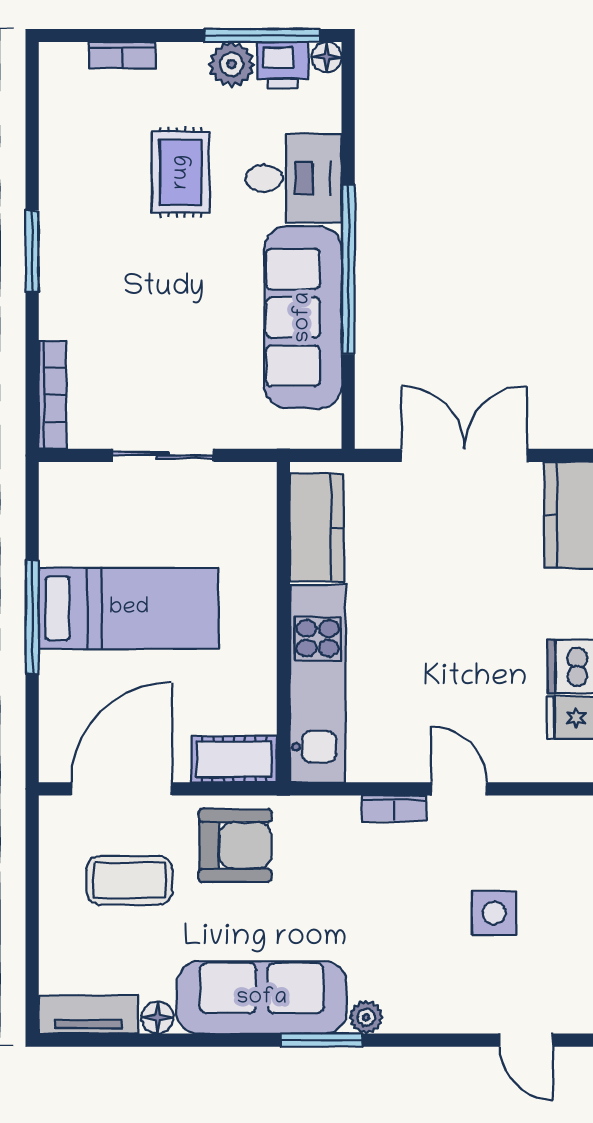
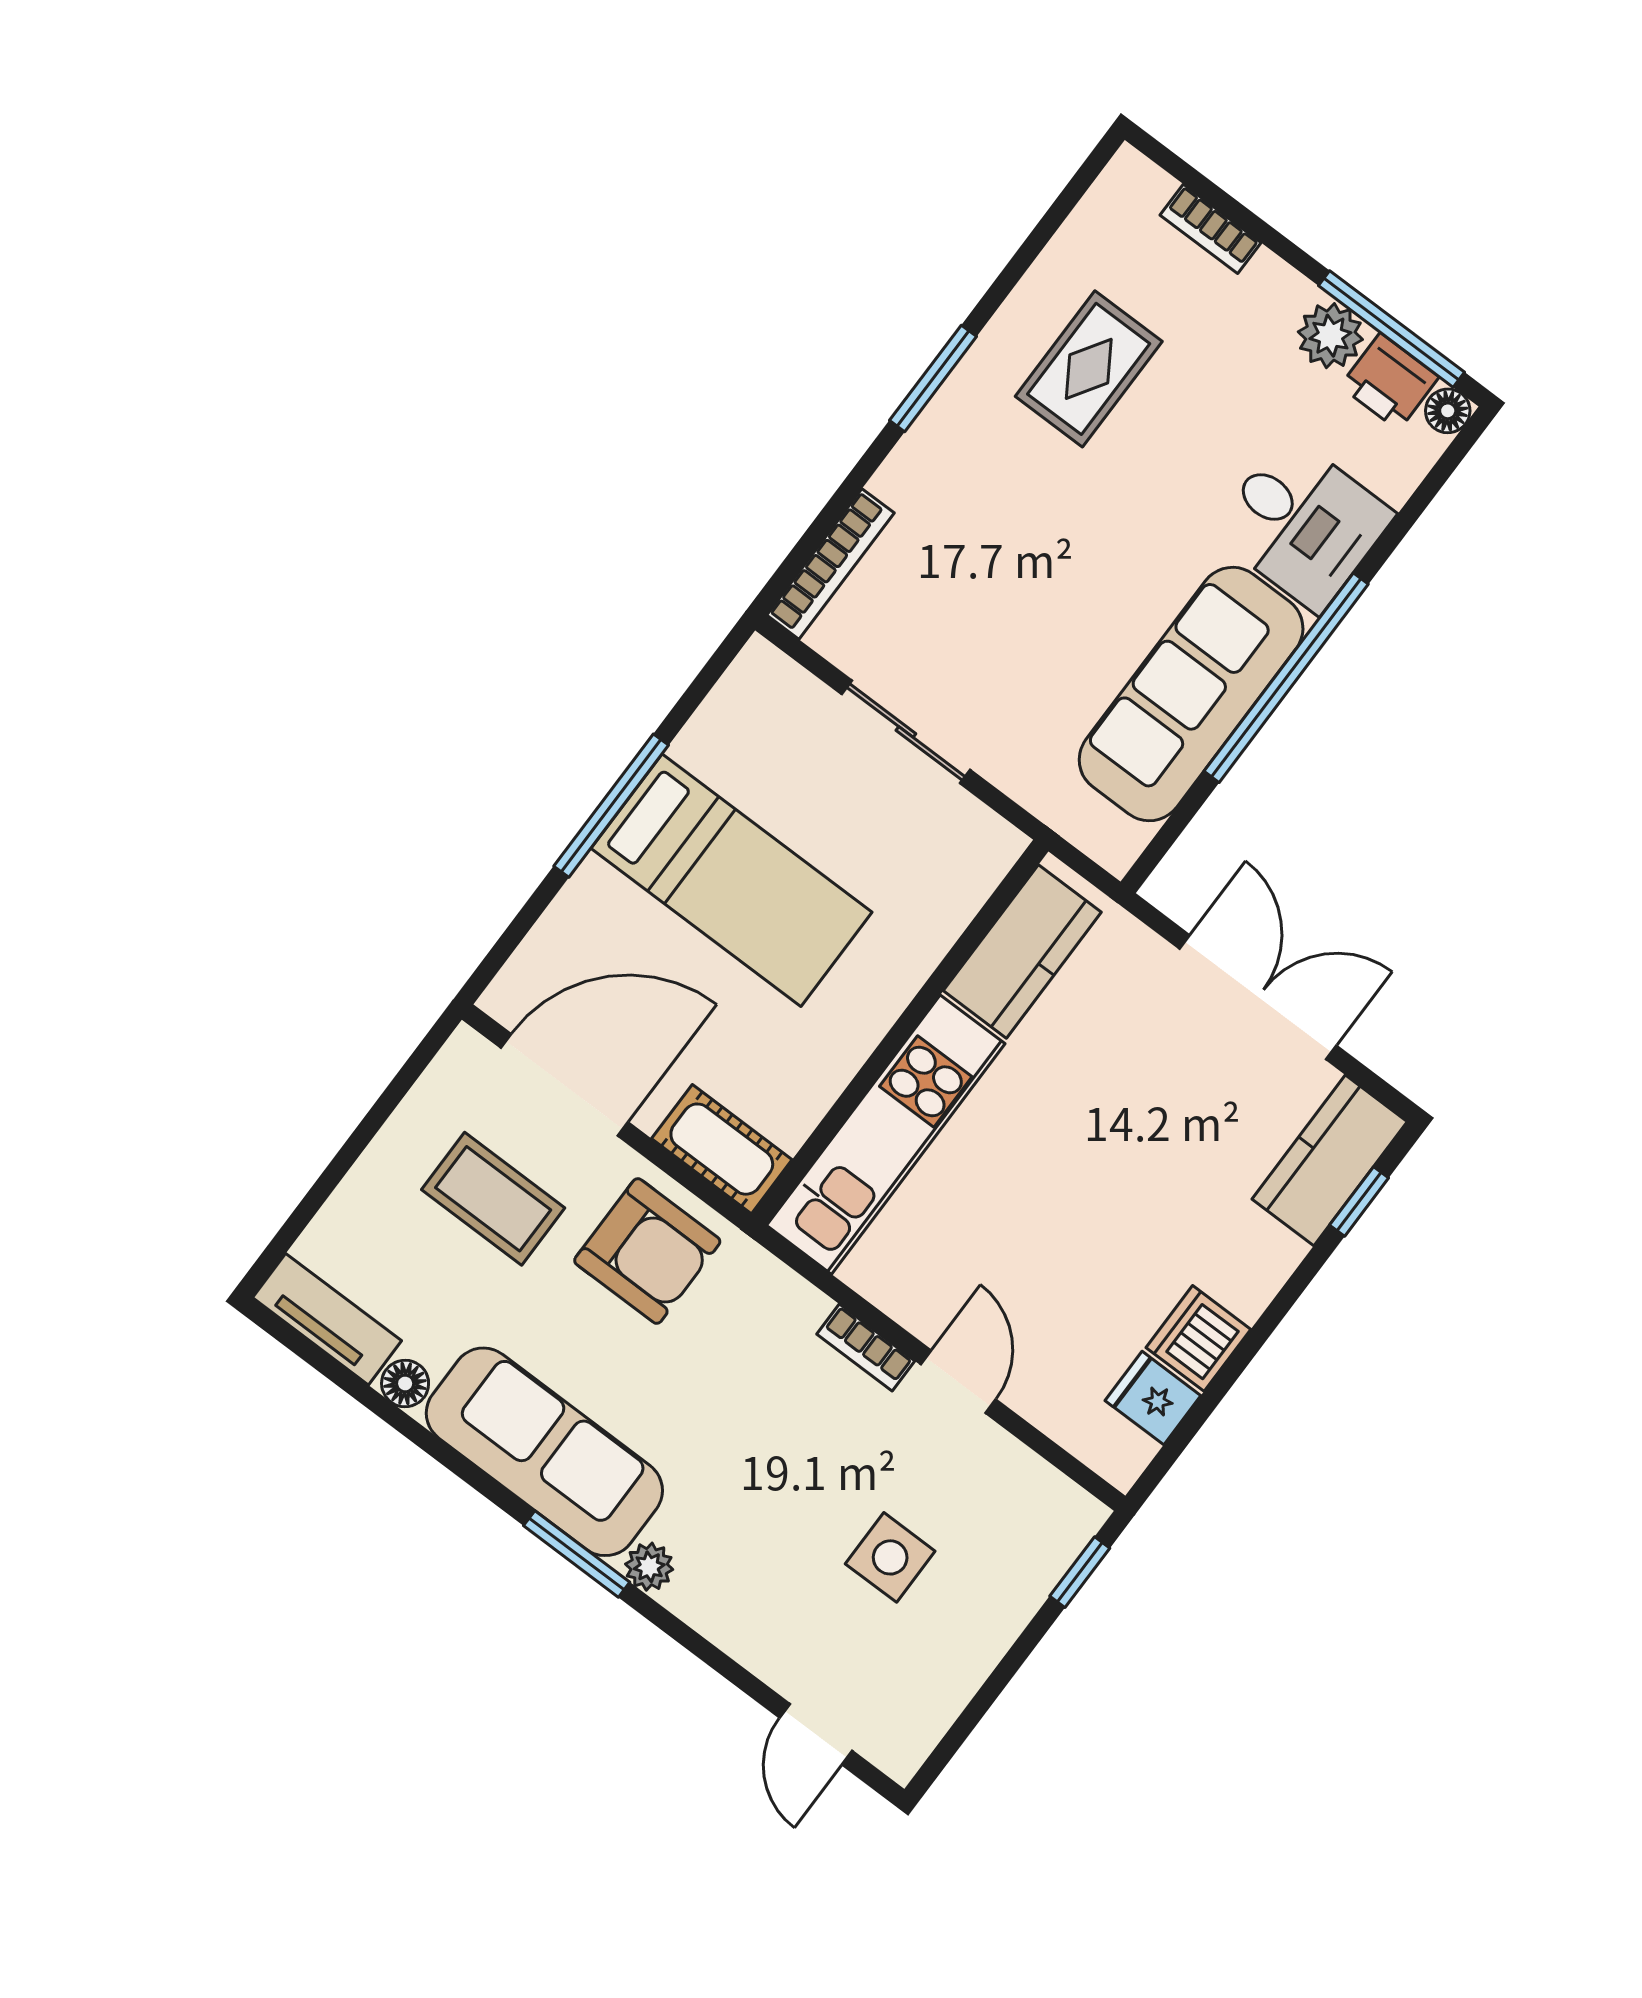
rug: (181, 172) -> (1089, 369), moved

